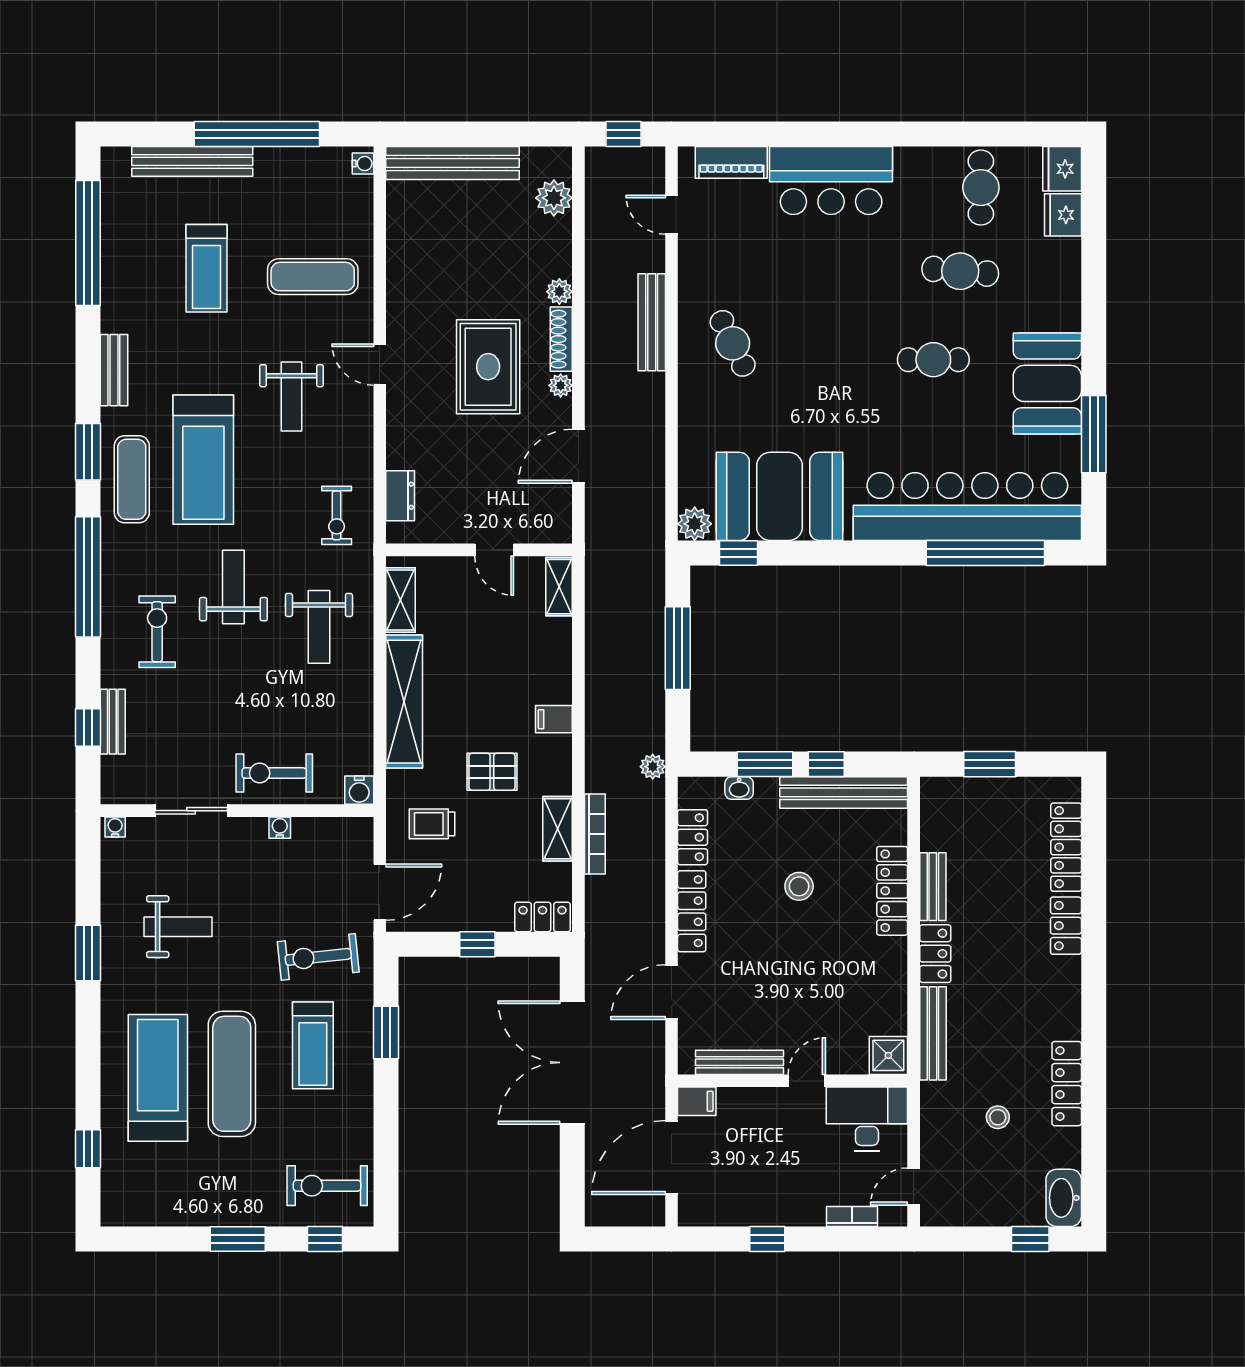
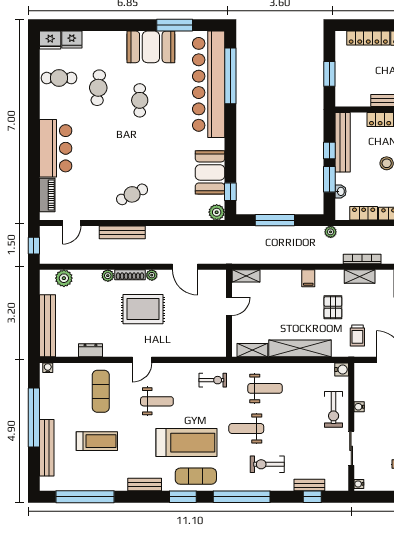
dresser: (400, 496) -> (90, 350), moved
booth: (780, 496) -> (210, 172), width x0.73, depth x0.70

